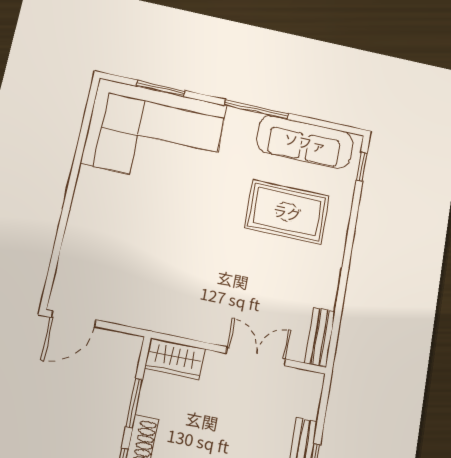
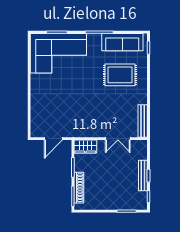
door: (74, 319) -> (53, 139), moved
bench: (320, 337) -> (143, 121), width x1.36
double door: (256, 356) -> (118, 139), swing flipped

